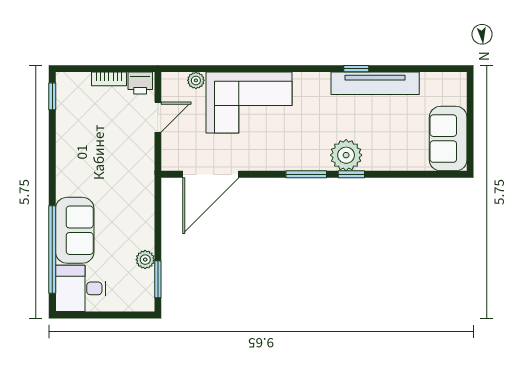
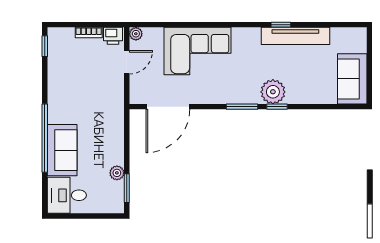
plant: (196, 80) -> (136, 34), moved
window: (52, 250) -> (45, 138), moved

